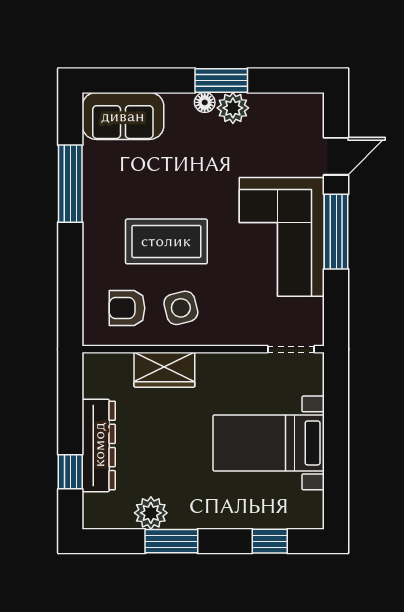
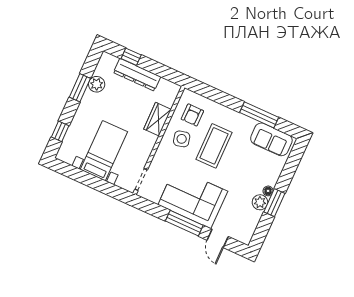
sofa: (123, 116) -> (271, 139), moved, turned -90
armchair: (127, 308) -> (192, 115), turned 180

